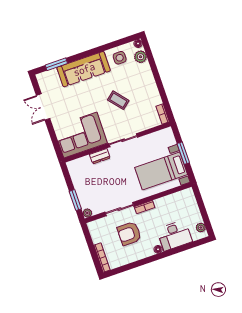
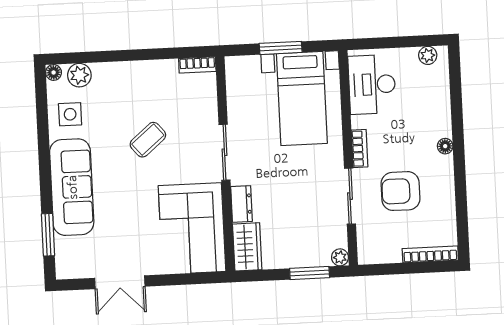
wardrobe: (79, 165) -> (247, 247), added
armchair: (129, 234) -> (401, 191), turned 90
desk: (174, 235) -> (372, 84), moved, turned 180

